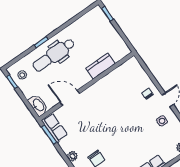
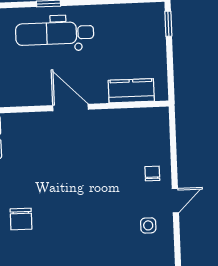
kitchen counter: (101, 66) -> (131, 91), moved
door: (70, 98) -> (70, 107), moved

